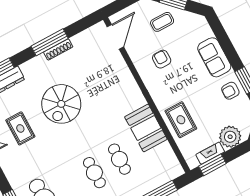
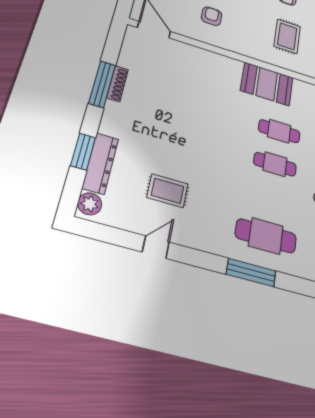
armchair: (162, 59) -> (212, 16), turned 90
spiral stairs: (61, 104) -> (177, 131), removed
rug: (181, 120) -> (287, 36), moved, turned 90

